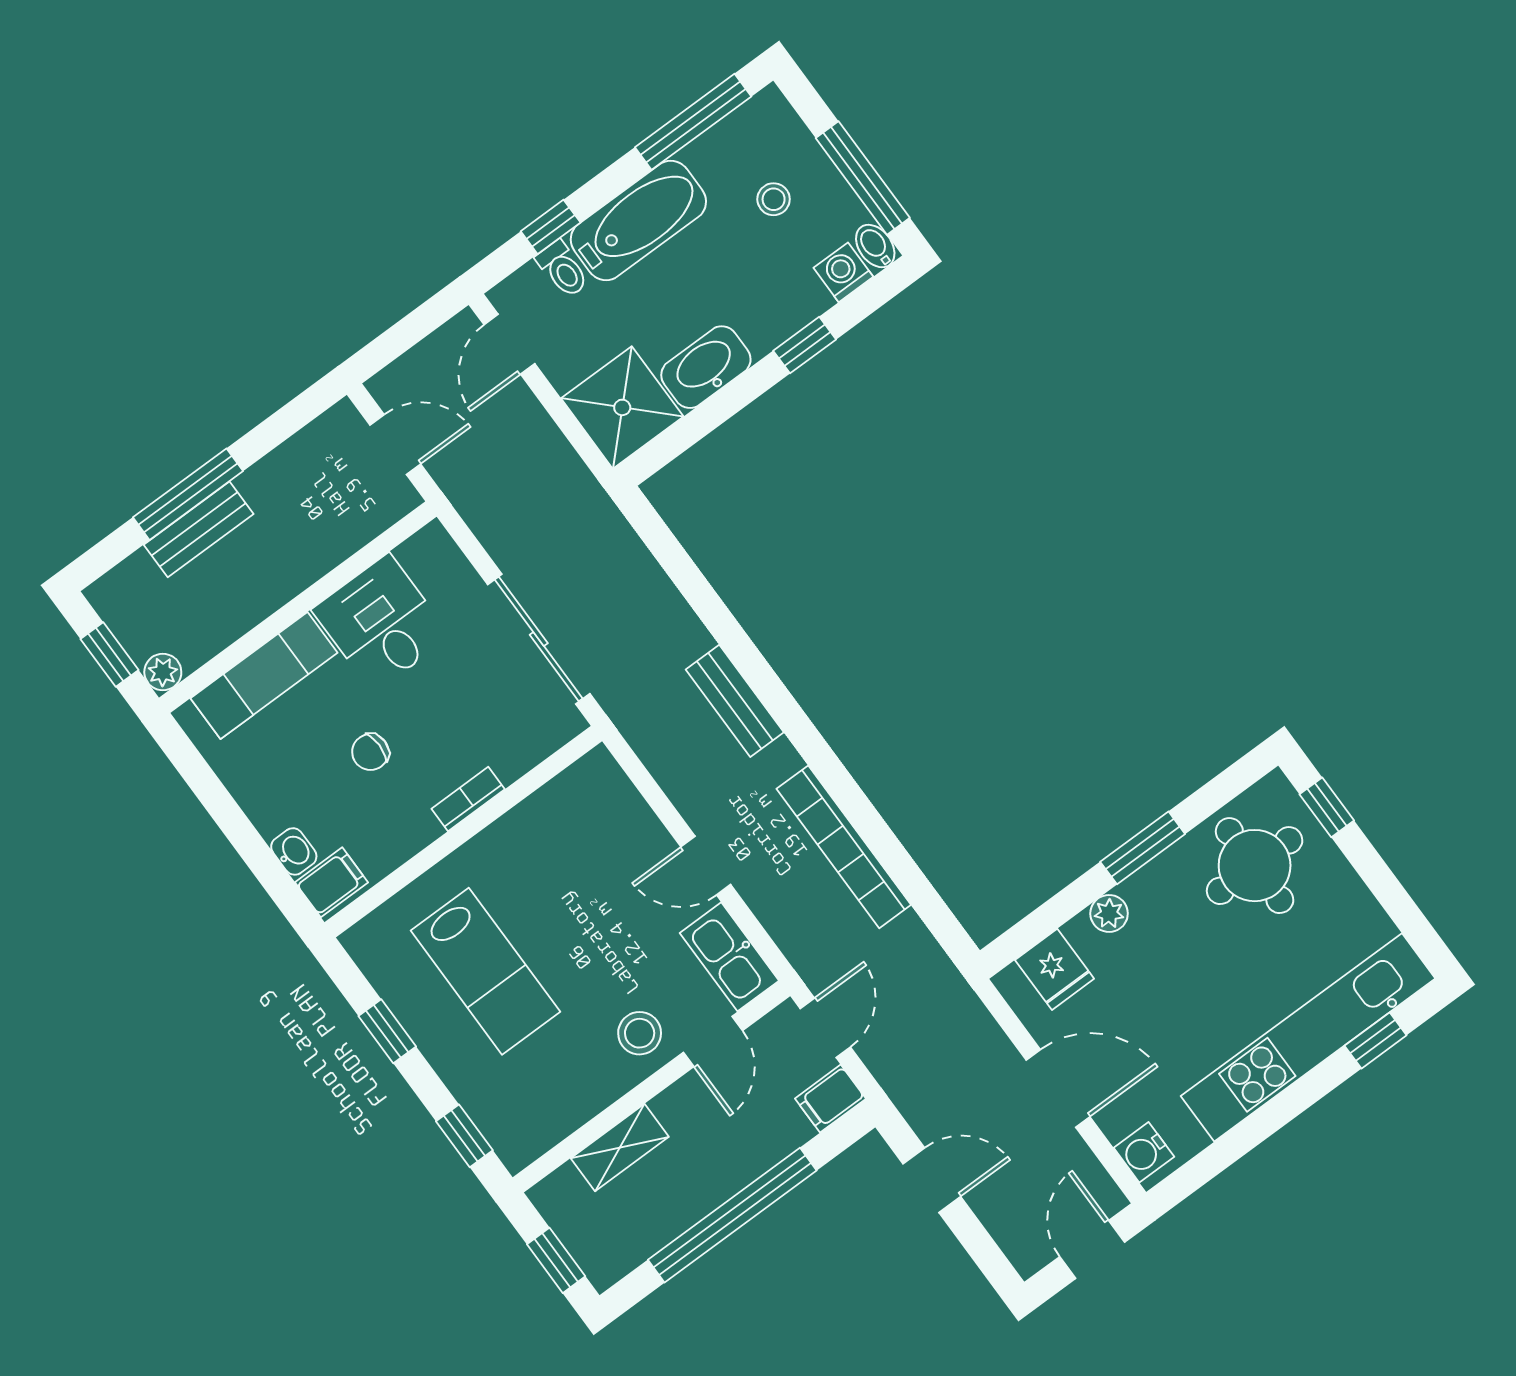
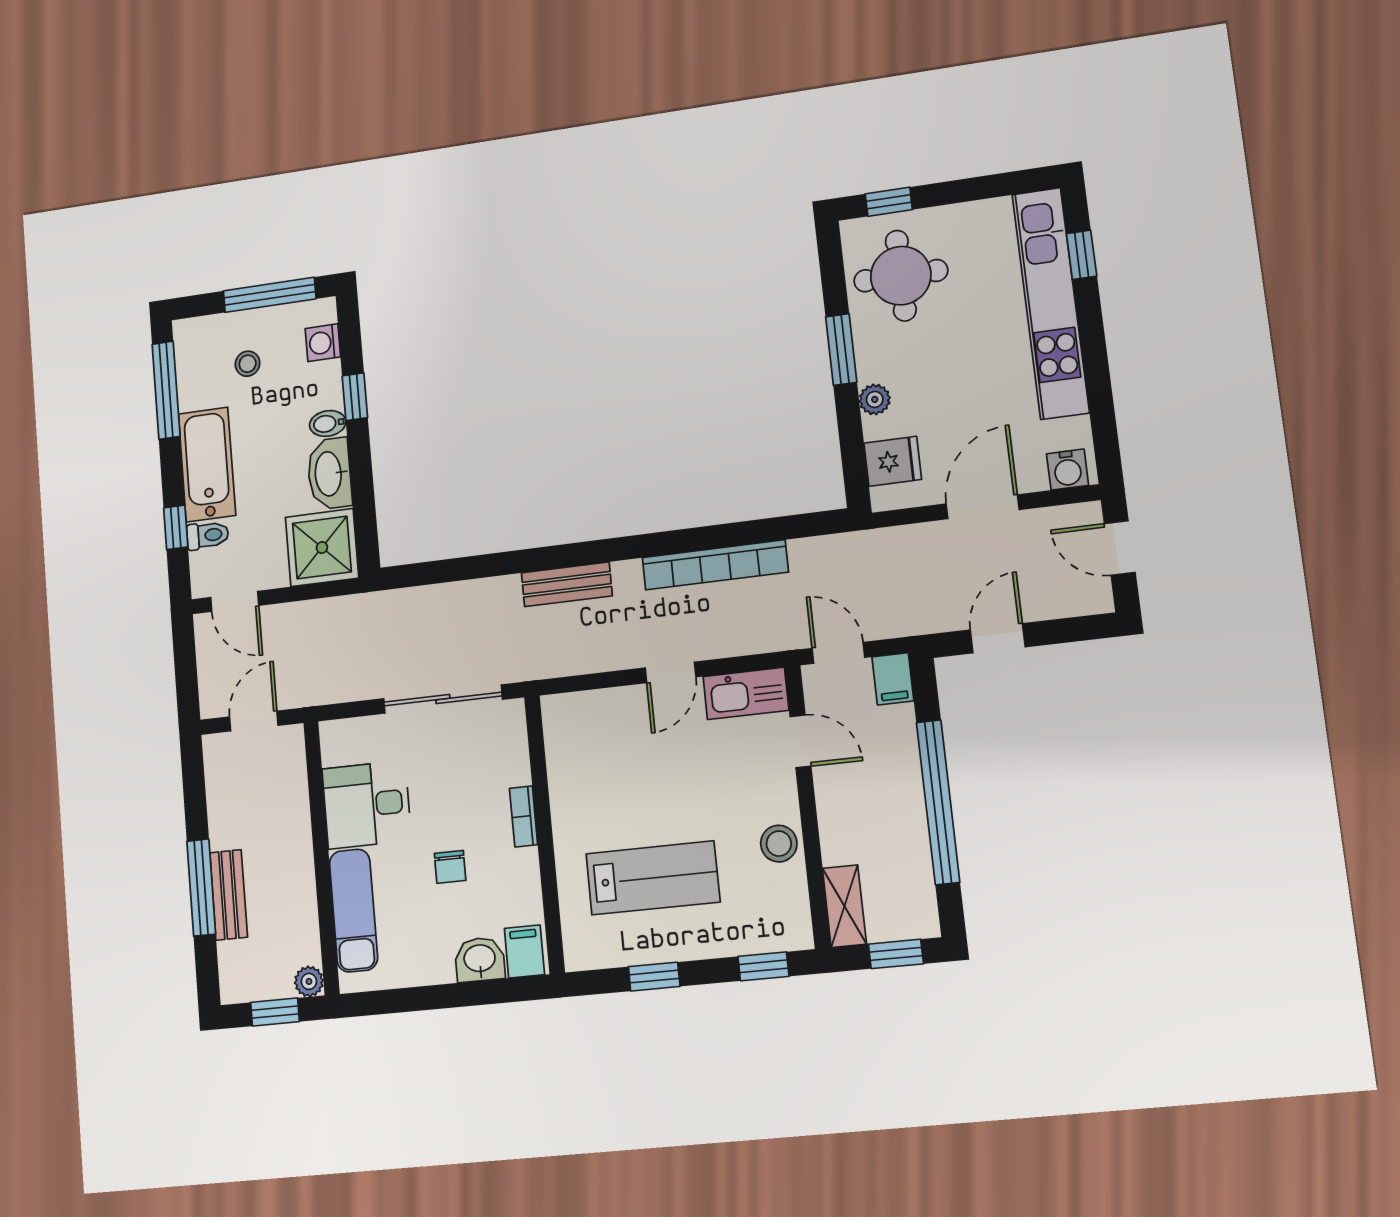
bidet: (875, 246) -> (328, 423), moved
washbasin: (294, 851) -> (480, 959), width x1.38, depth x1.45
stool: (640, 1033) -> (779, 844), moved
shelving: (620, 1147) -> (844, 906), moved

